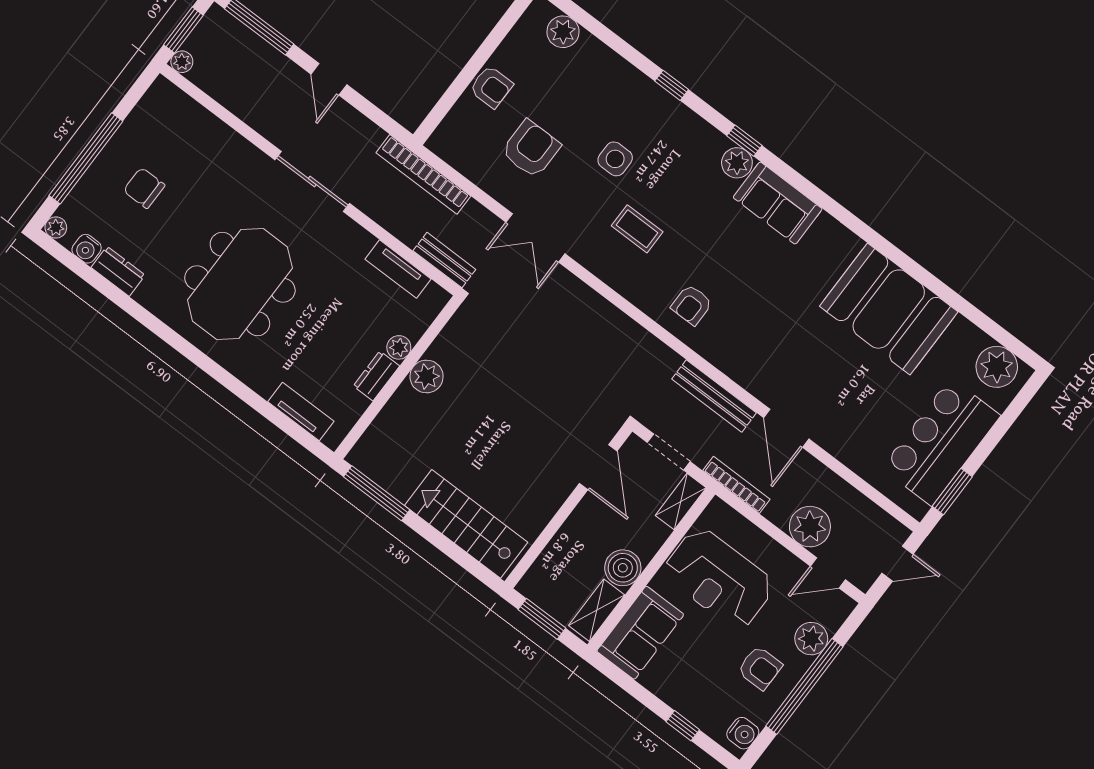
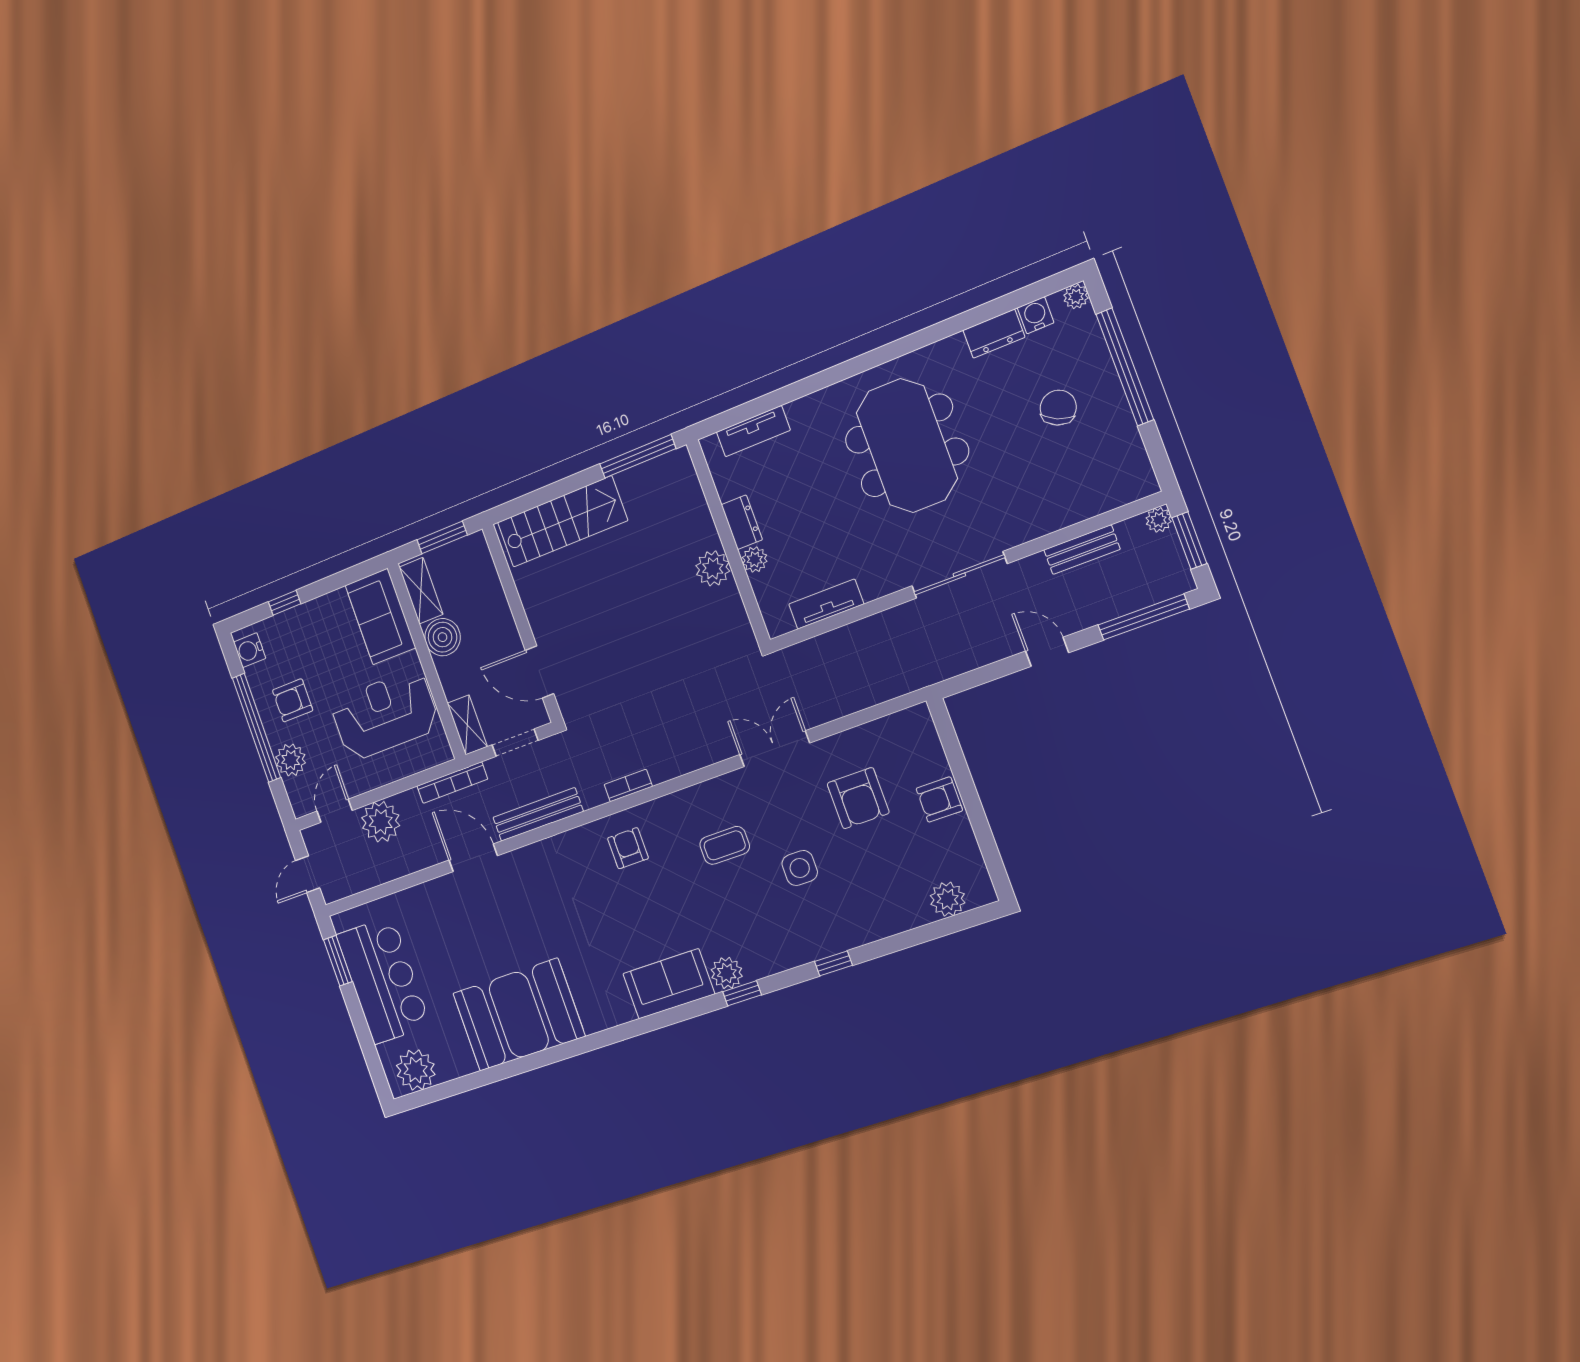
bookcase: (423, 174) -> (628, 785), moved, width x0.43, depth x0.76
chair: (144, 188) -> (1058, 408), turned -65
bench: (444, 260) -> (1082, 550), moved

